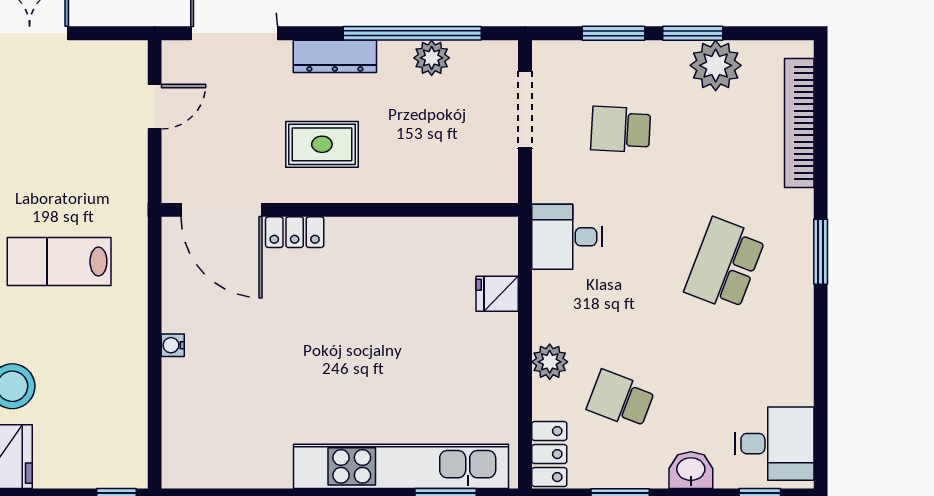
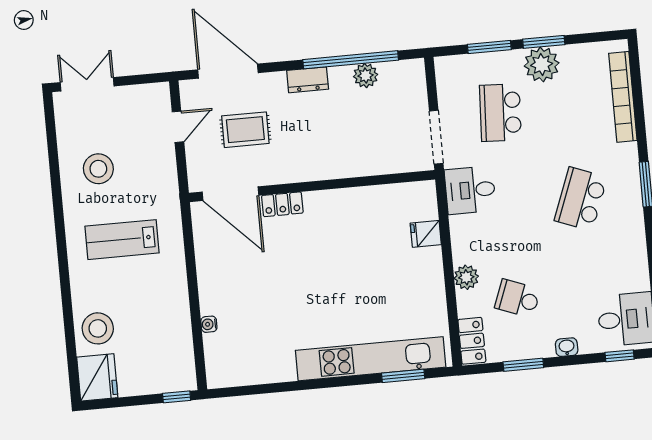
dresser: (335, 56) -> (308, 80), width x0.70
plant: (716, 65) -> (542, 64), moved
doorway: (525, 109) -> (436, 137), moved
school desk: (621, 129) -> (500, 113), width x1.85
rug: (322, 144) -> (245, 130), moved
stool: (34, 156) -> (98, 169), added
water cooler: (173, 345) -> (209, 324), moved
washbasin: (691, 470) -> (567, 347), width x0.72, depth x0.69

